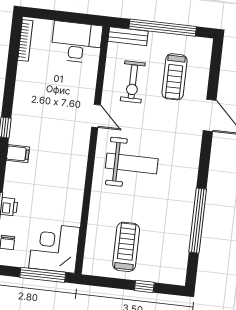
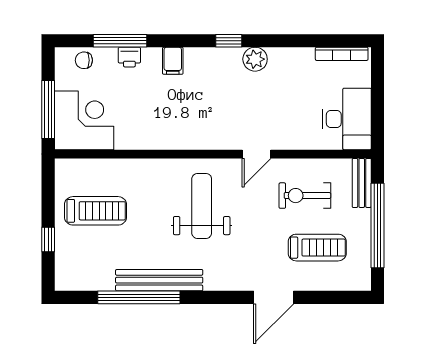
treadmill: (175, 77) -> (317, 248), turned 180
plant: (22, 109) -> (255, 59), added
filing cabinet: (18, 154) -> (173, 61), moved
weight bench: (132, 163) -> (202, 206), turned 180
bench: (186, 203) -> (159, 280), added

